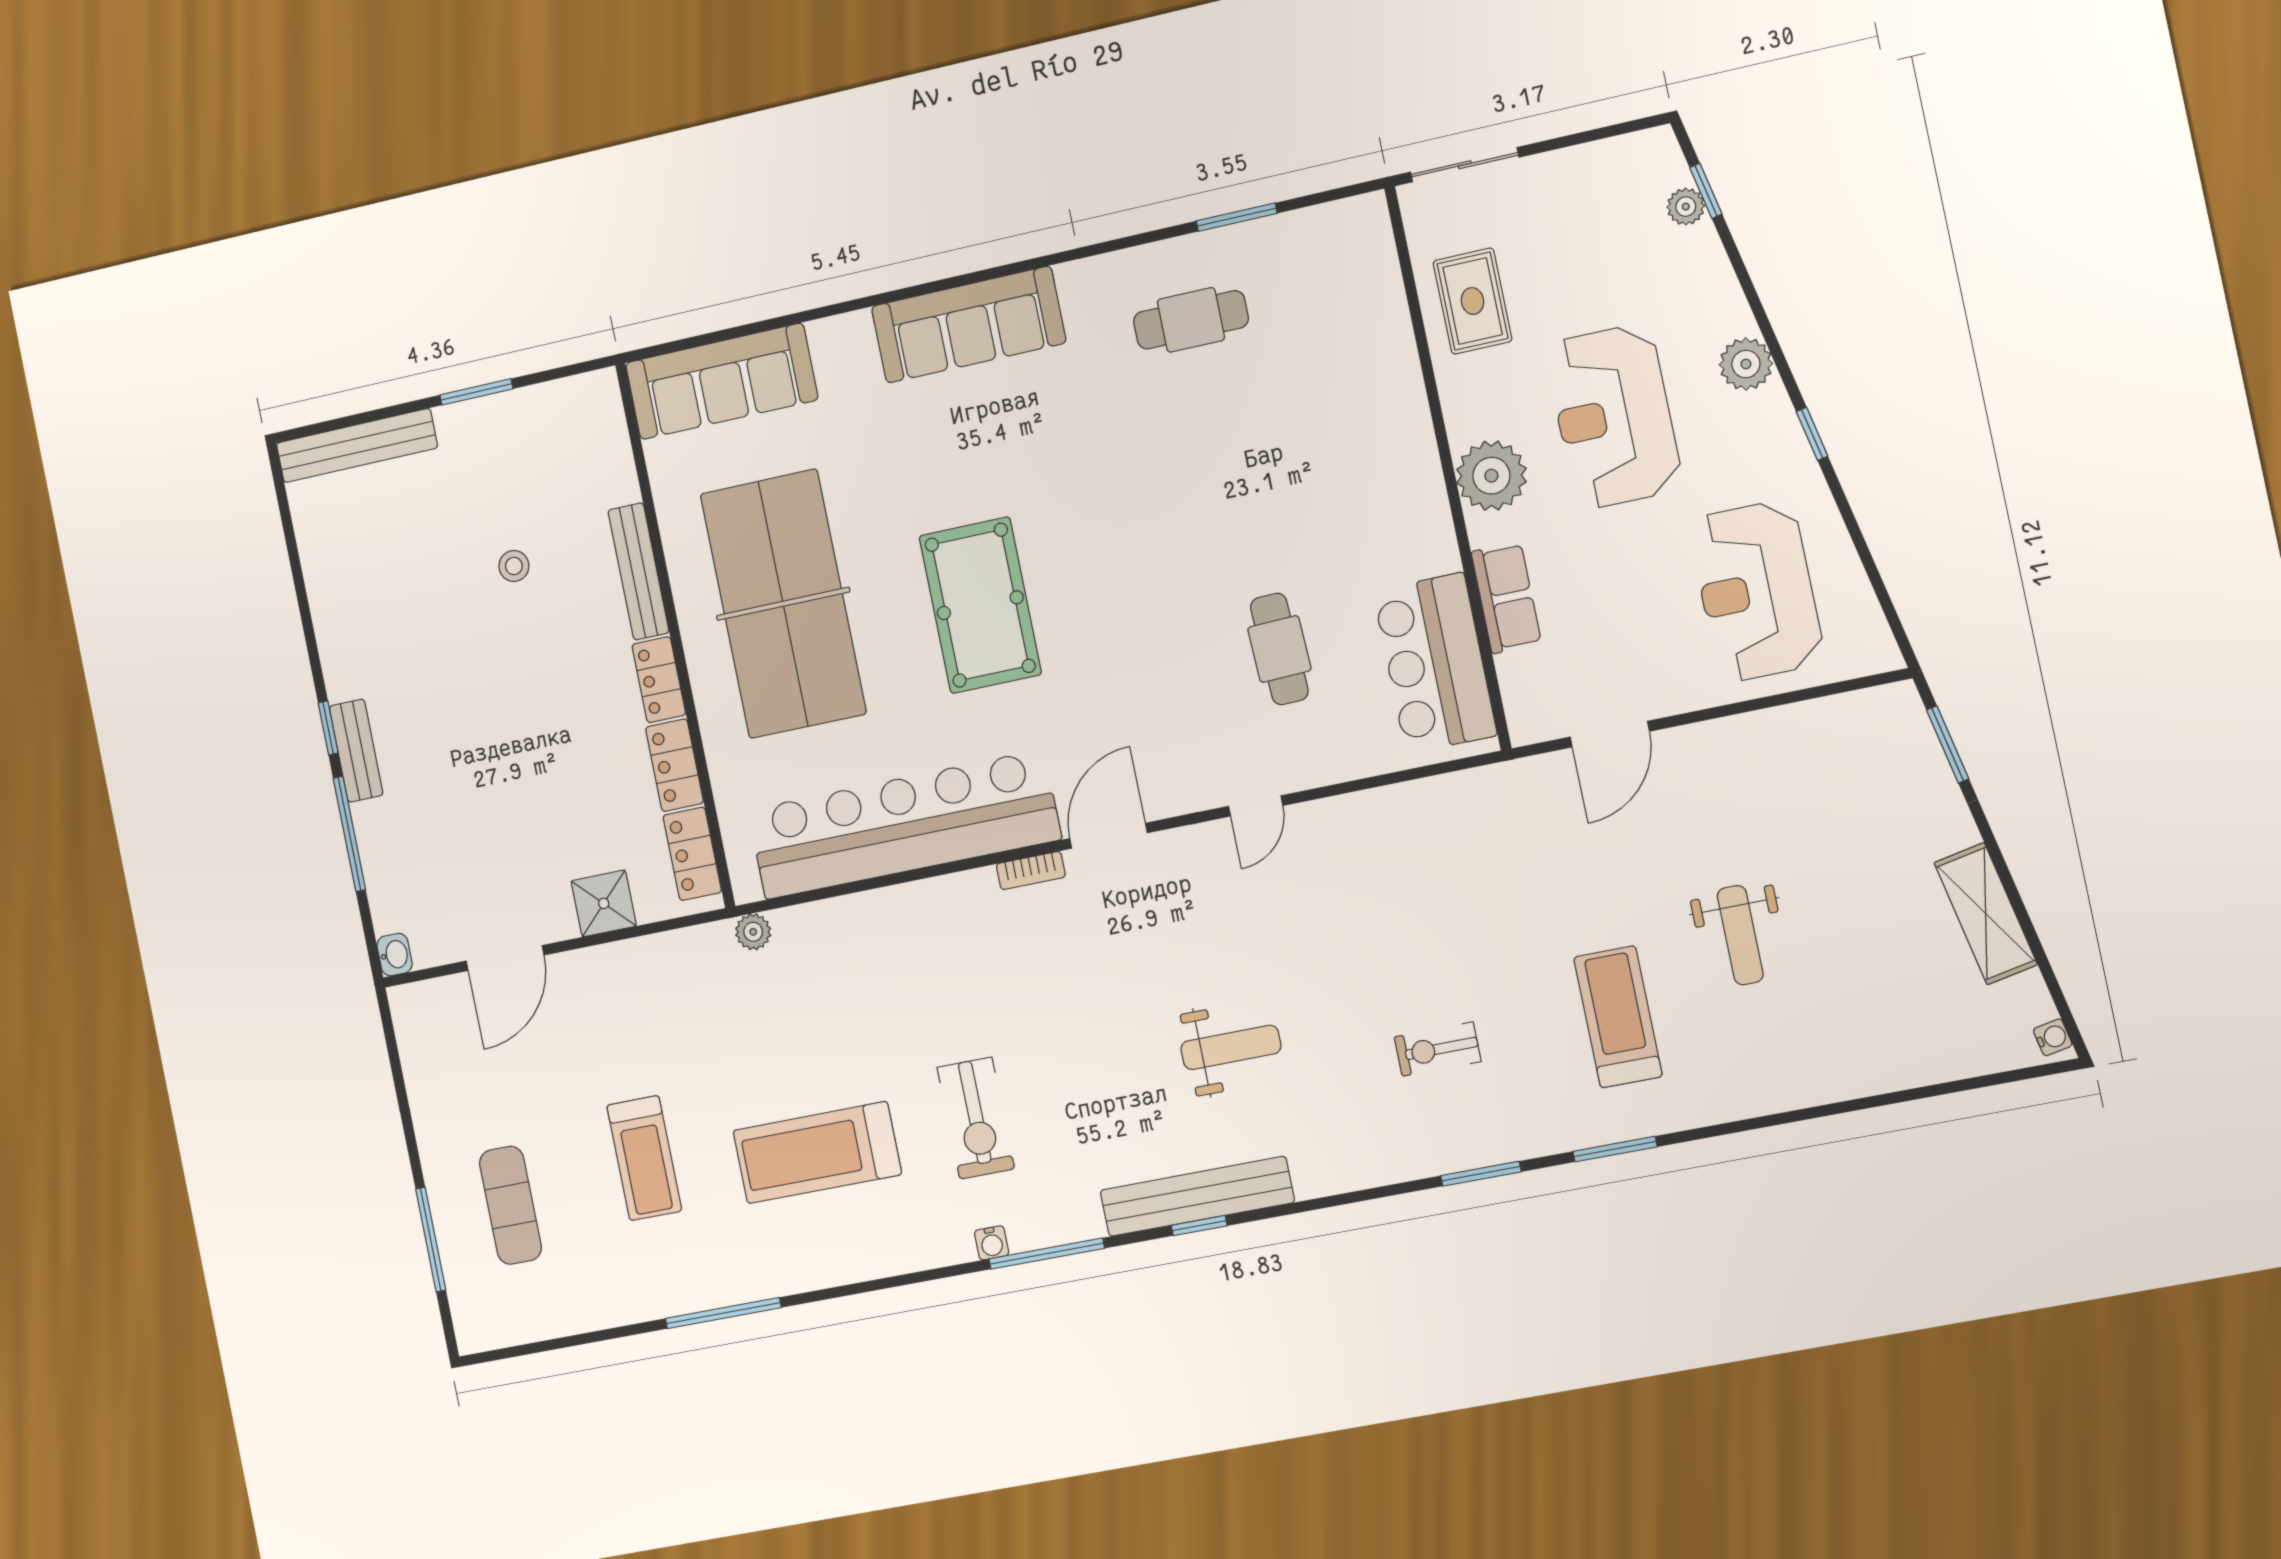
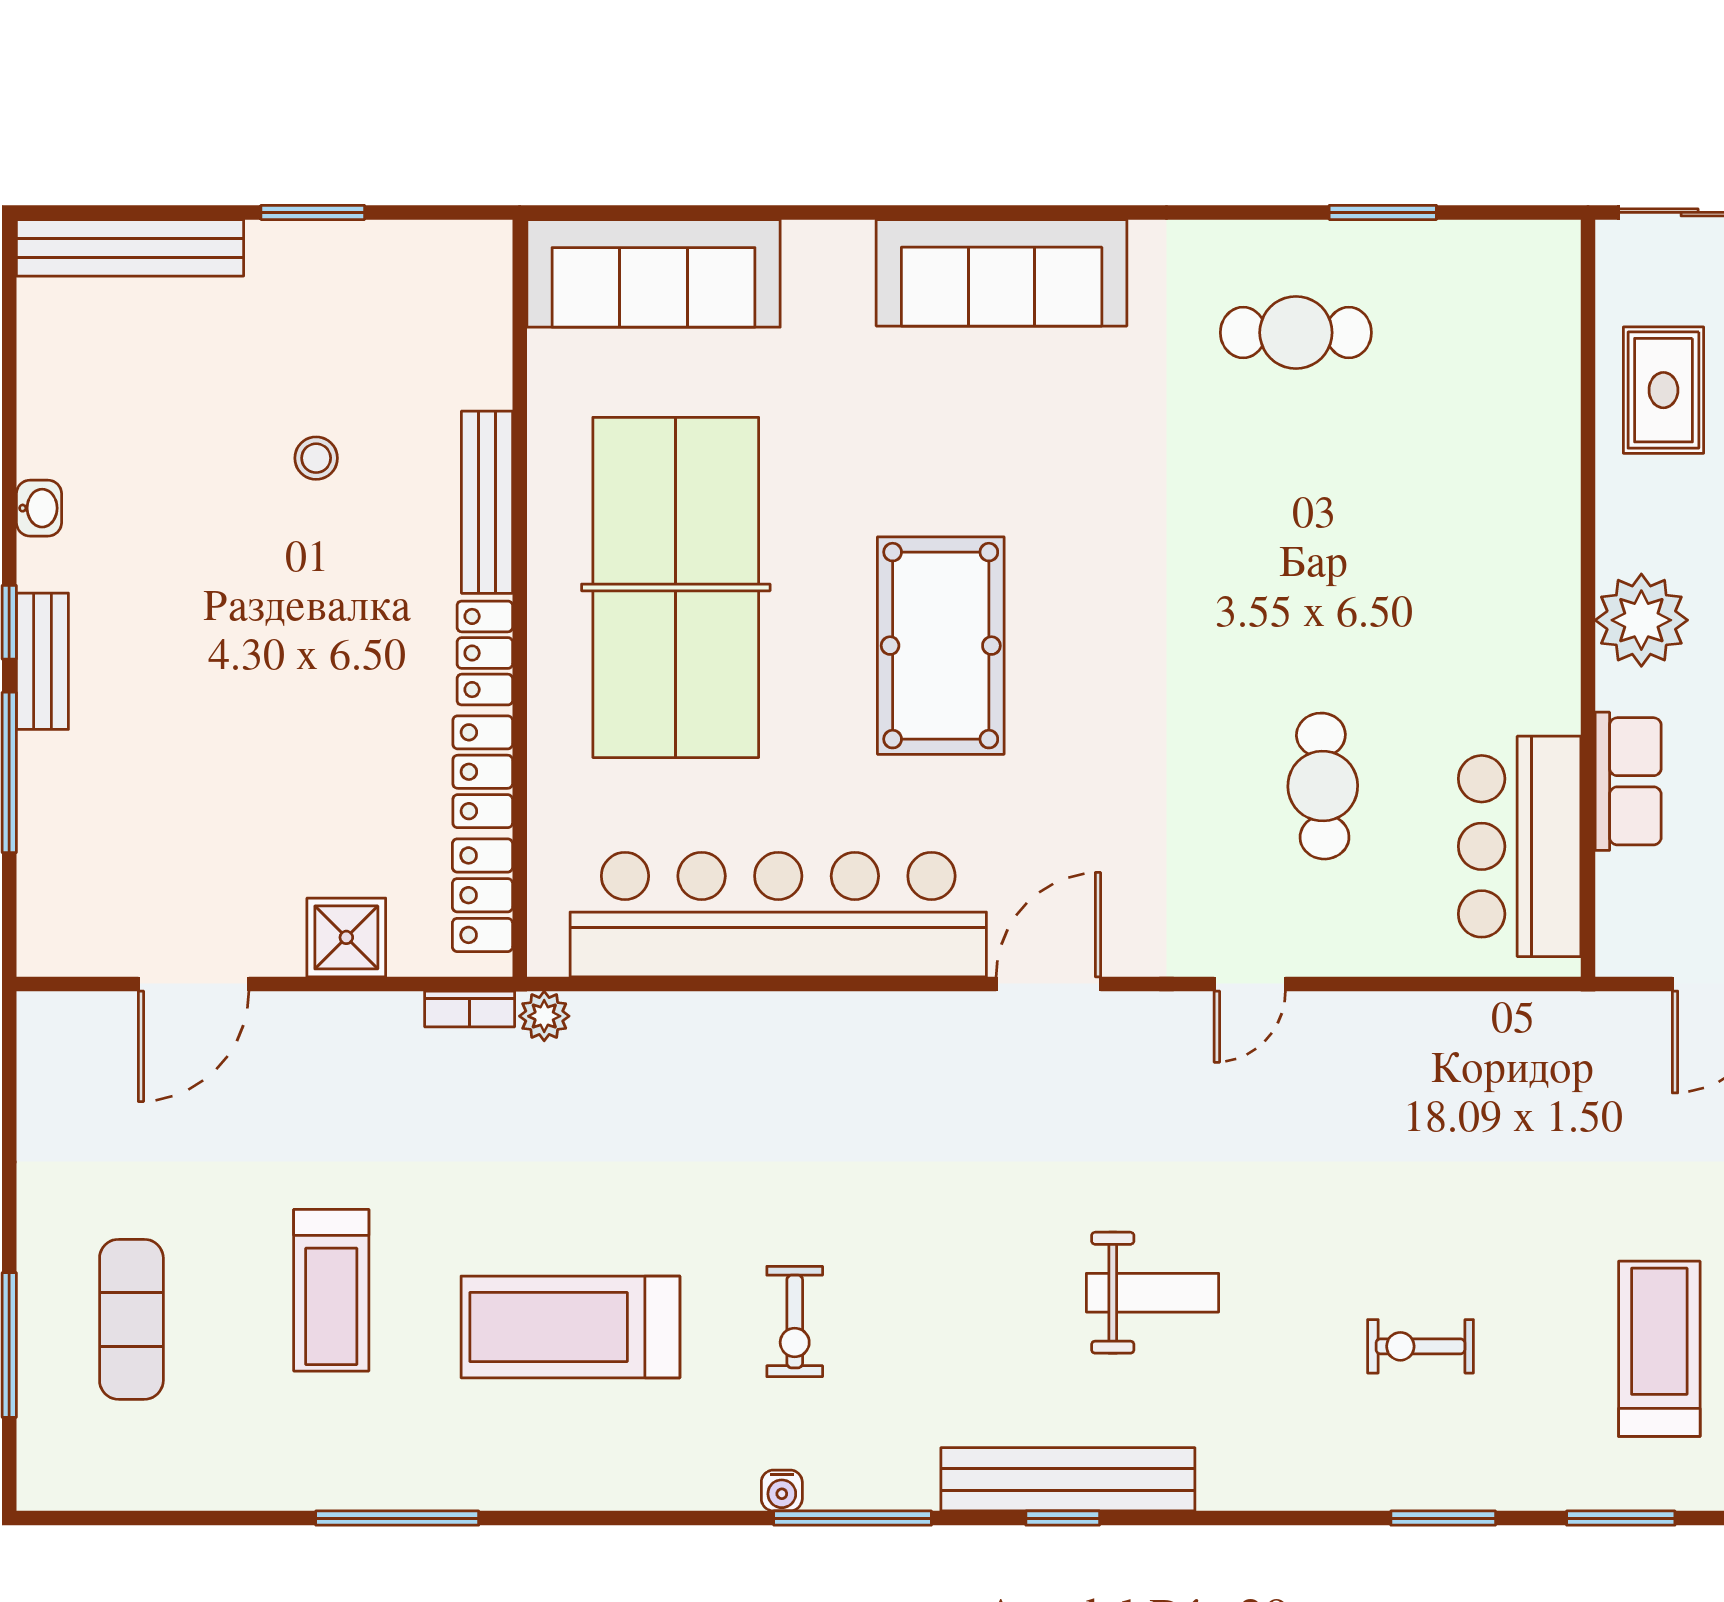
bookcase: (1031, 871) -> (470, 1009), moved
washbasin: (395, 955) -> (39, 508), moved
exercise bike: (976, 1118) -> (795, 1322), width x0.73, depth x0.72

